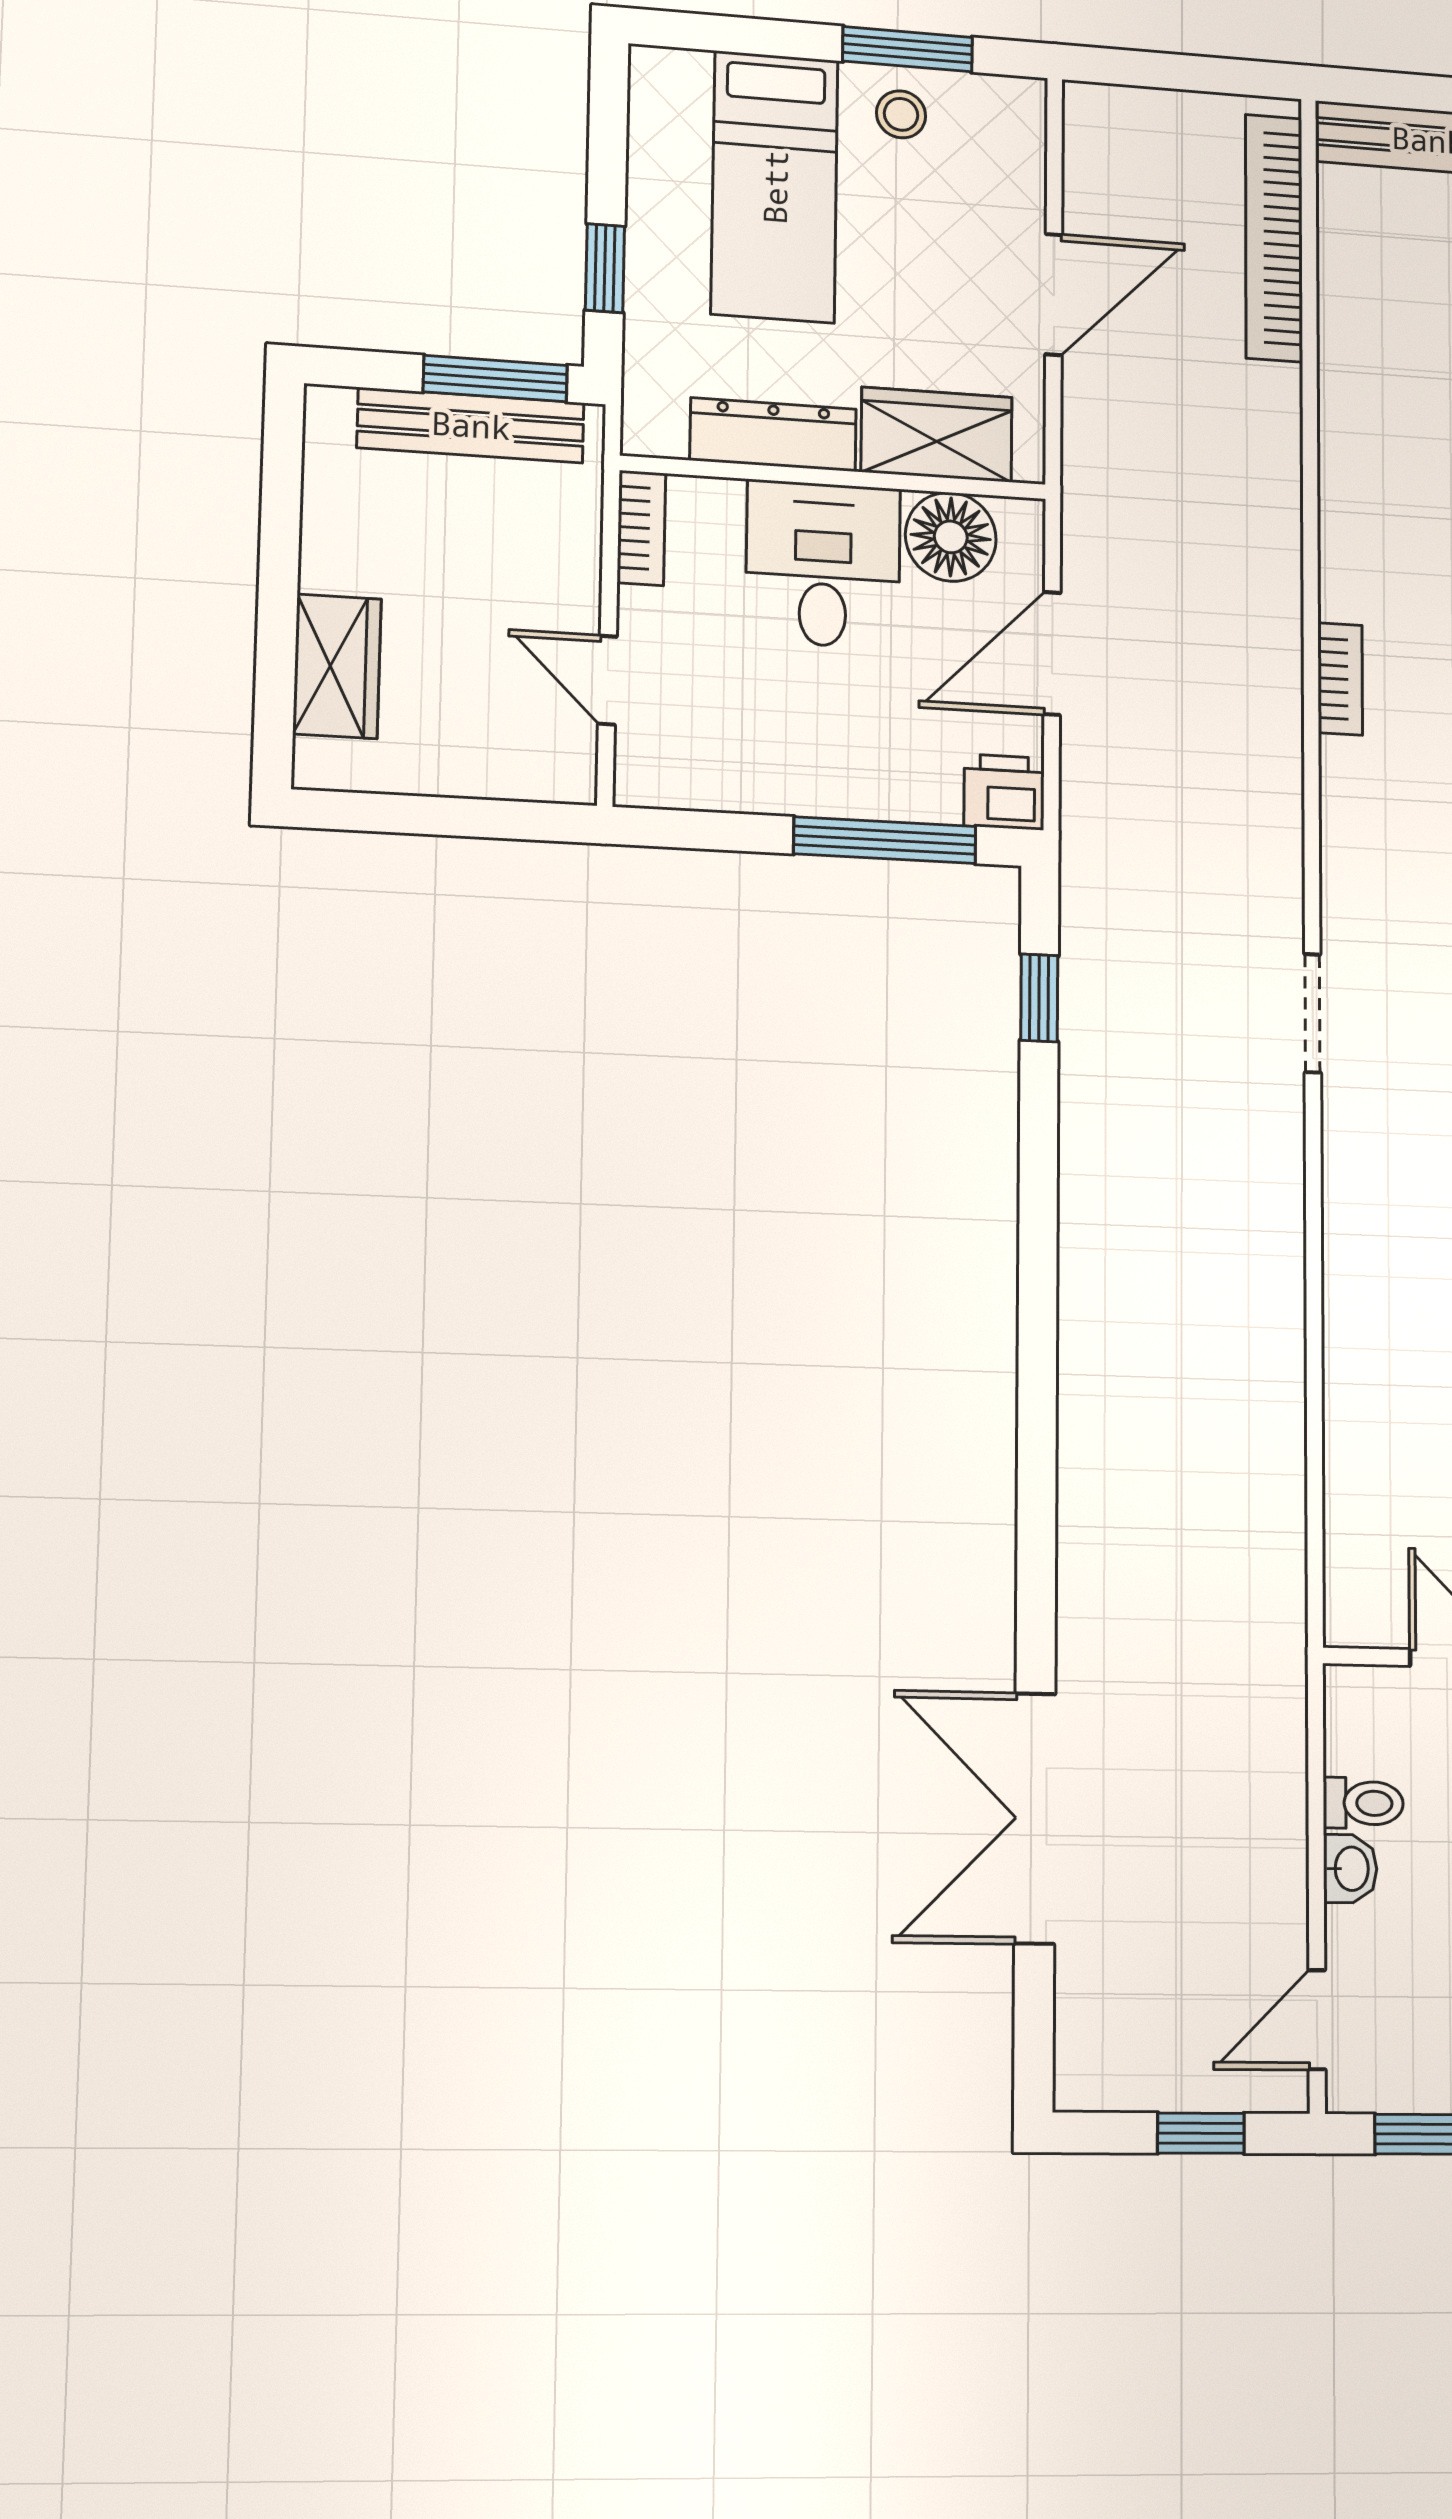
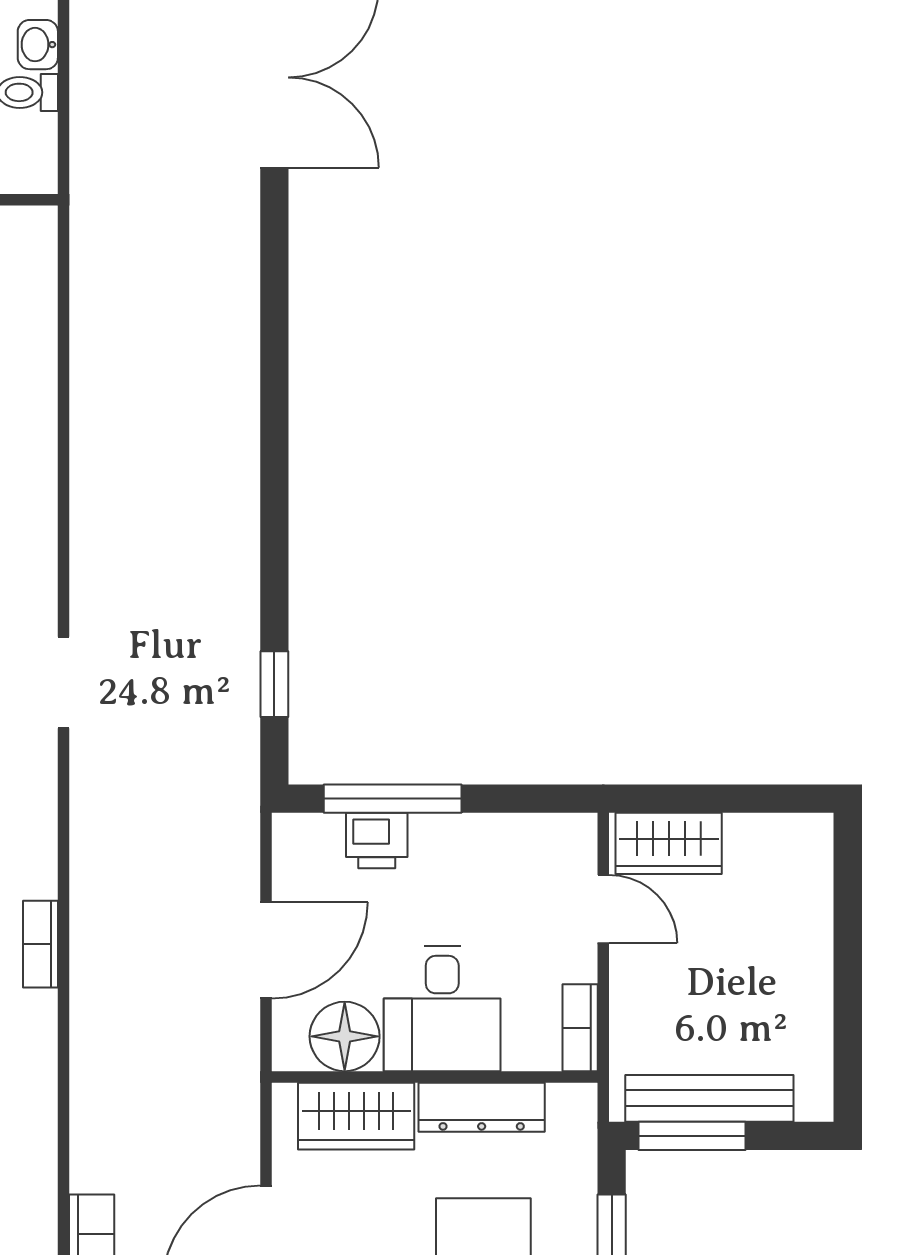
wardrobe: (337, 666) -> (669, 843), moved, turned -90
printer: (1004, 792) -> (377, 840), moved

